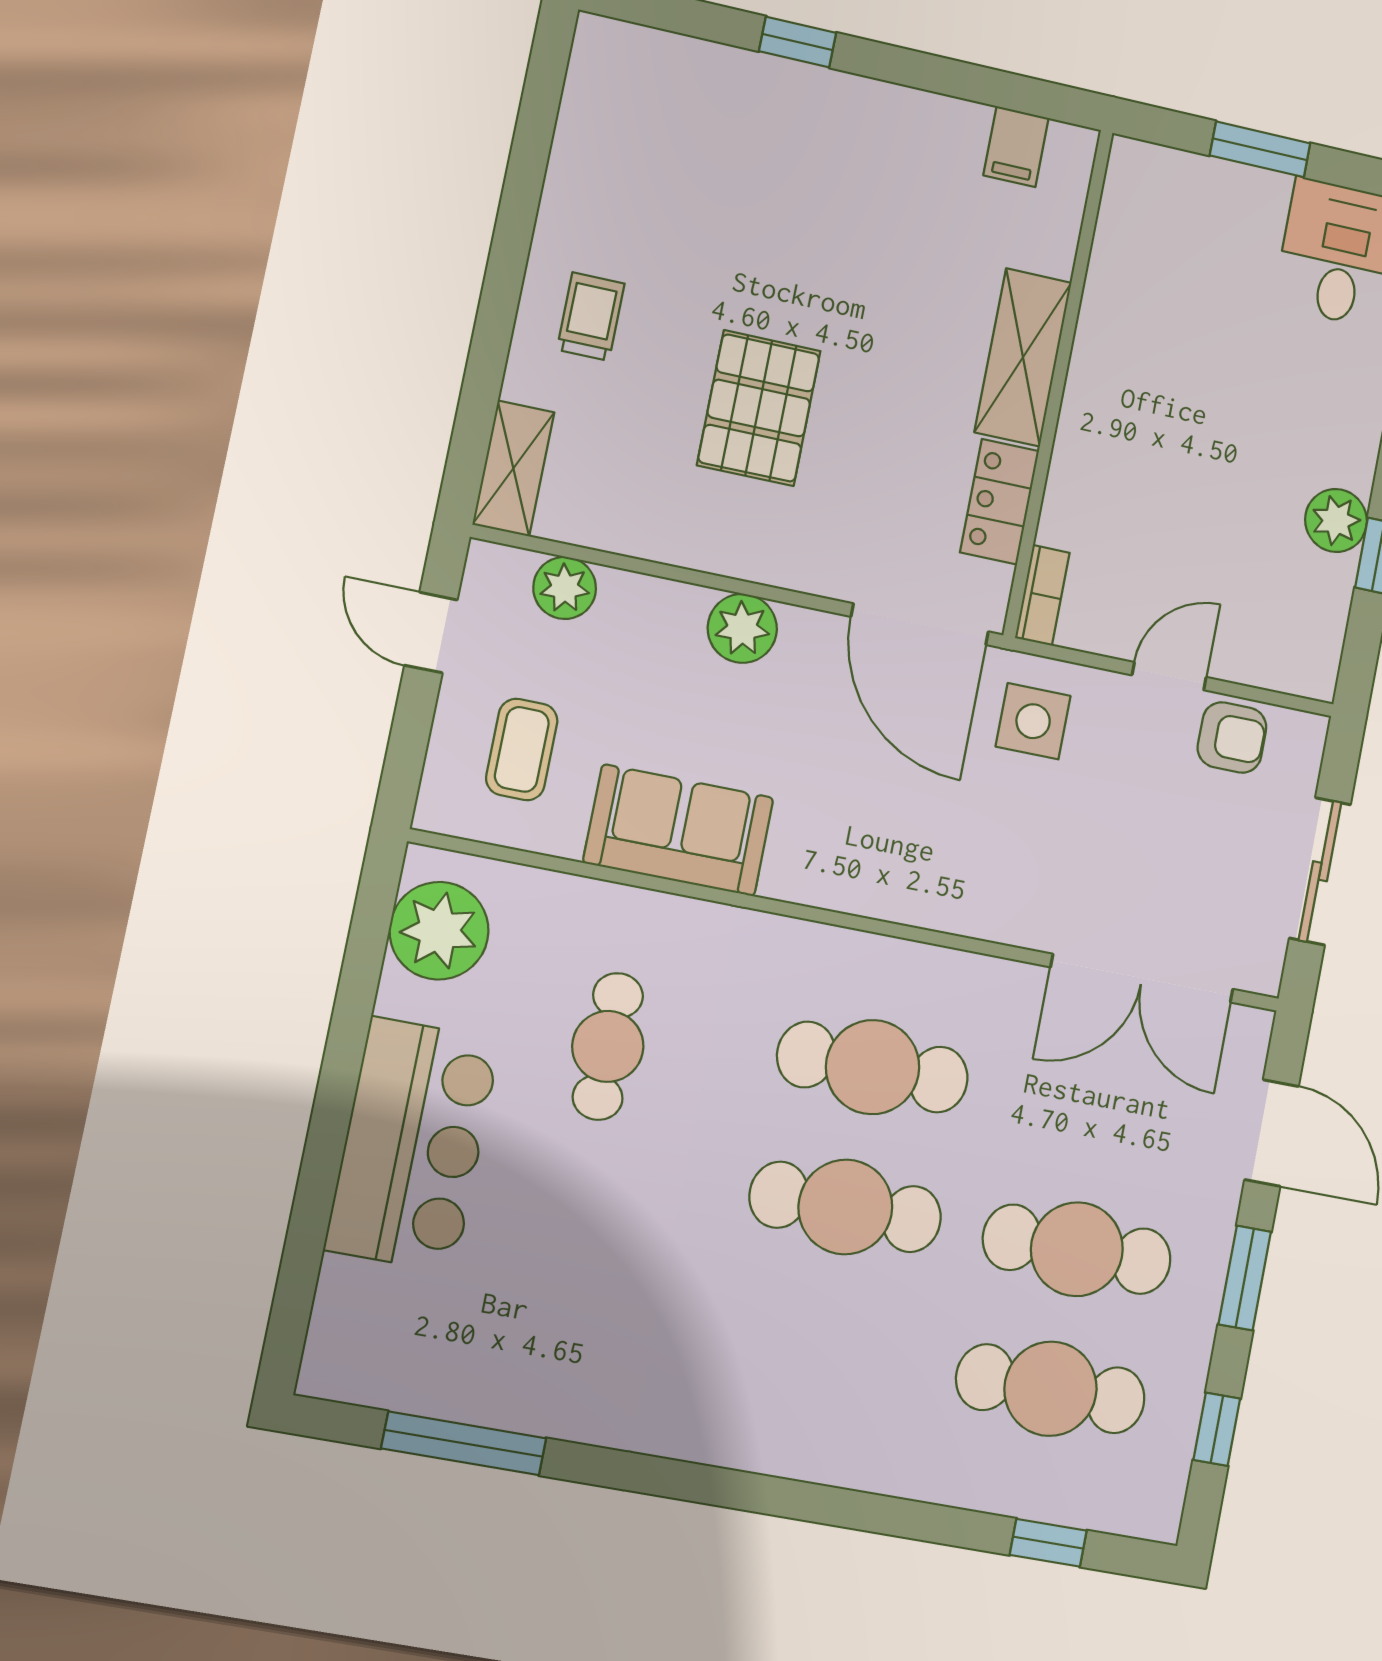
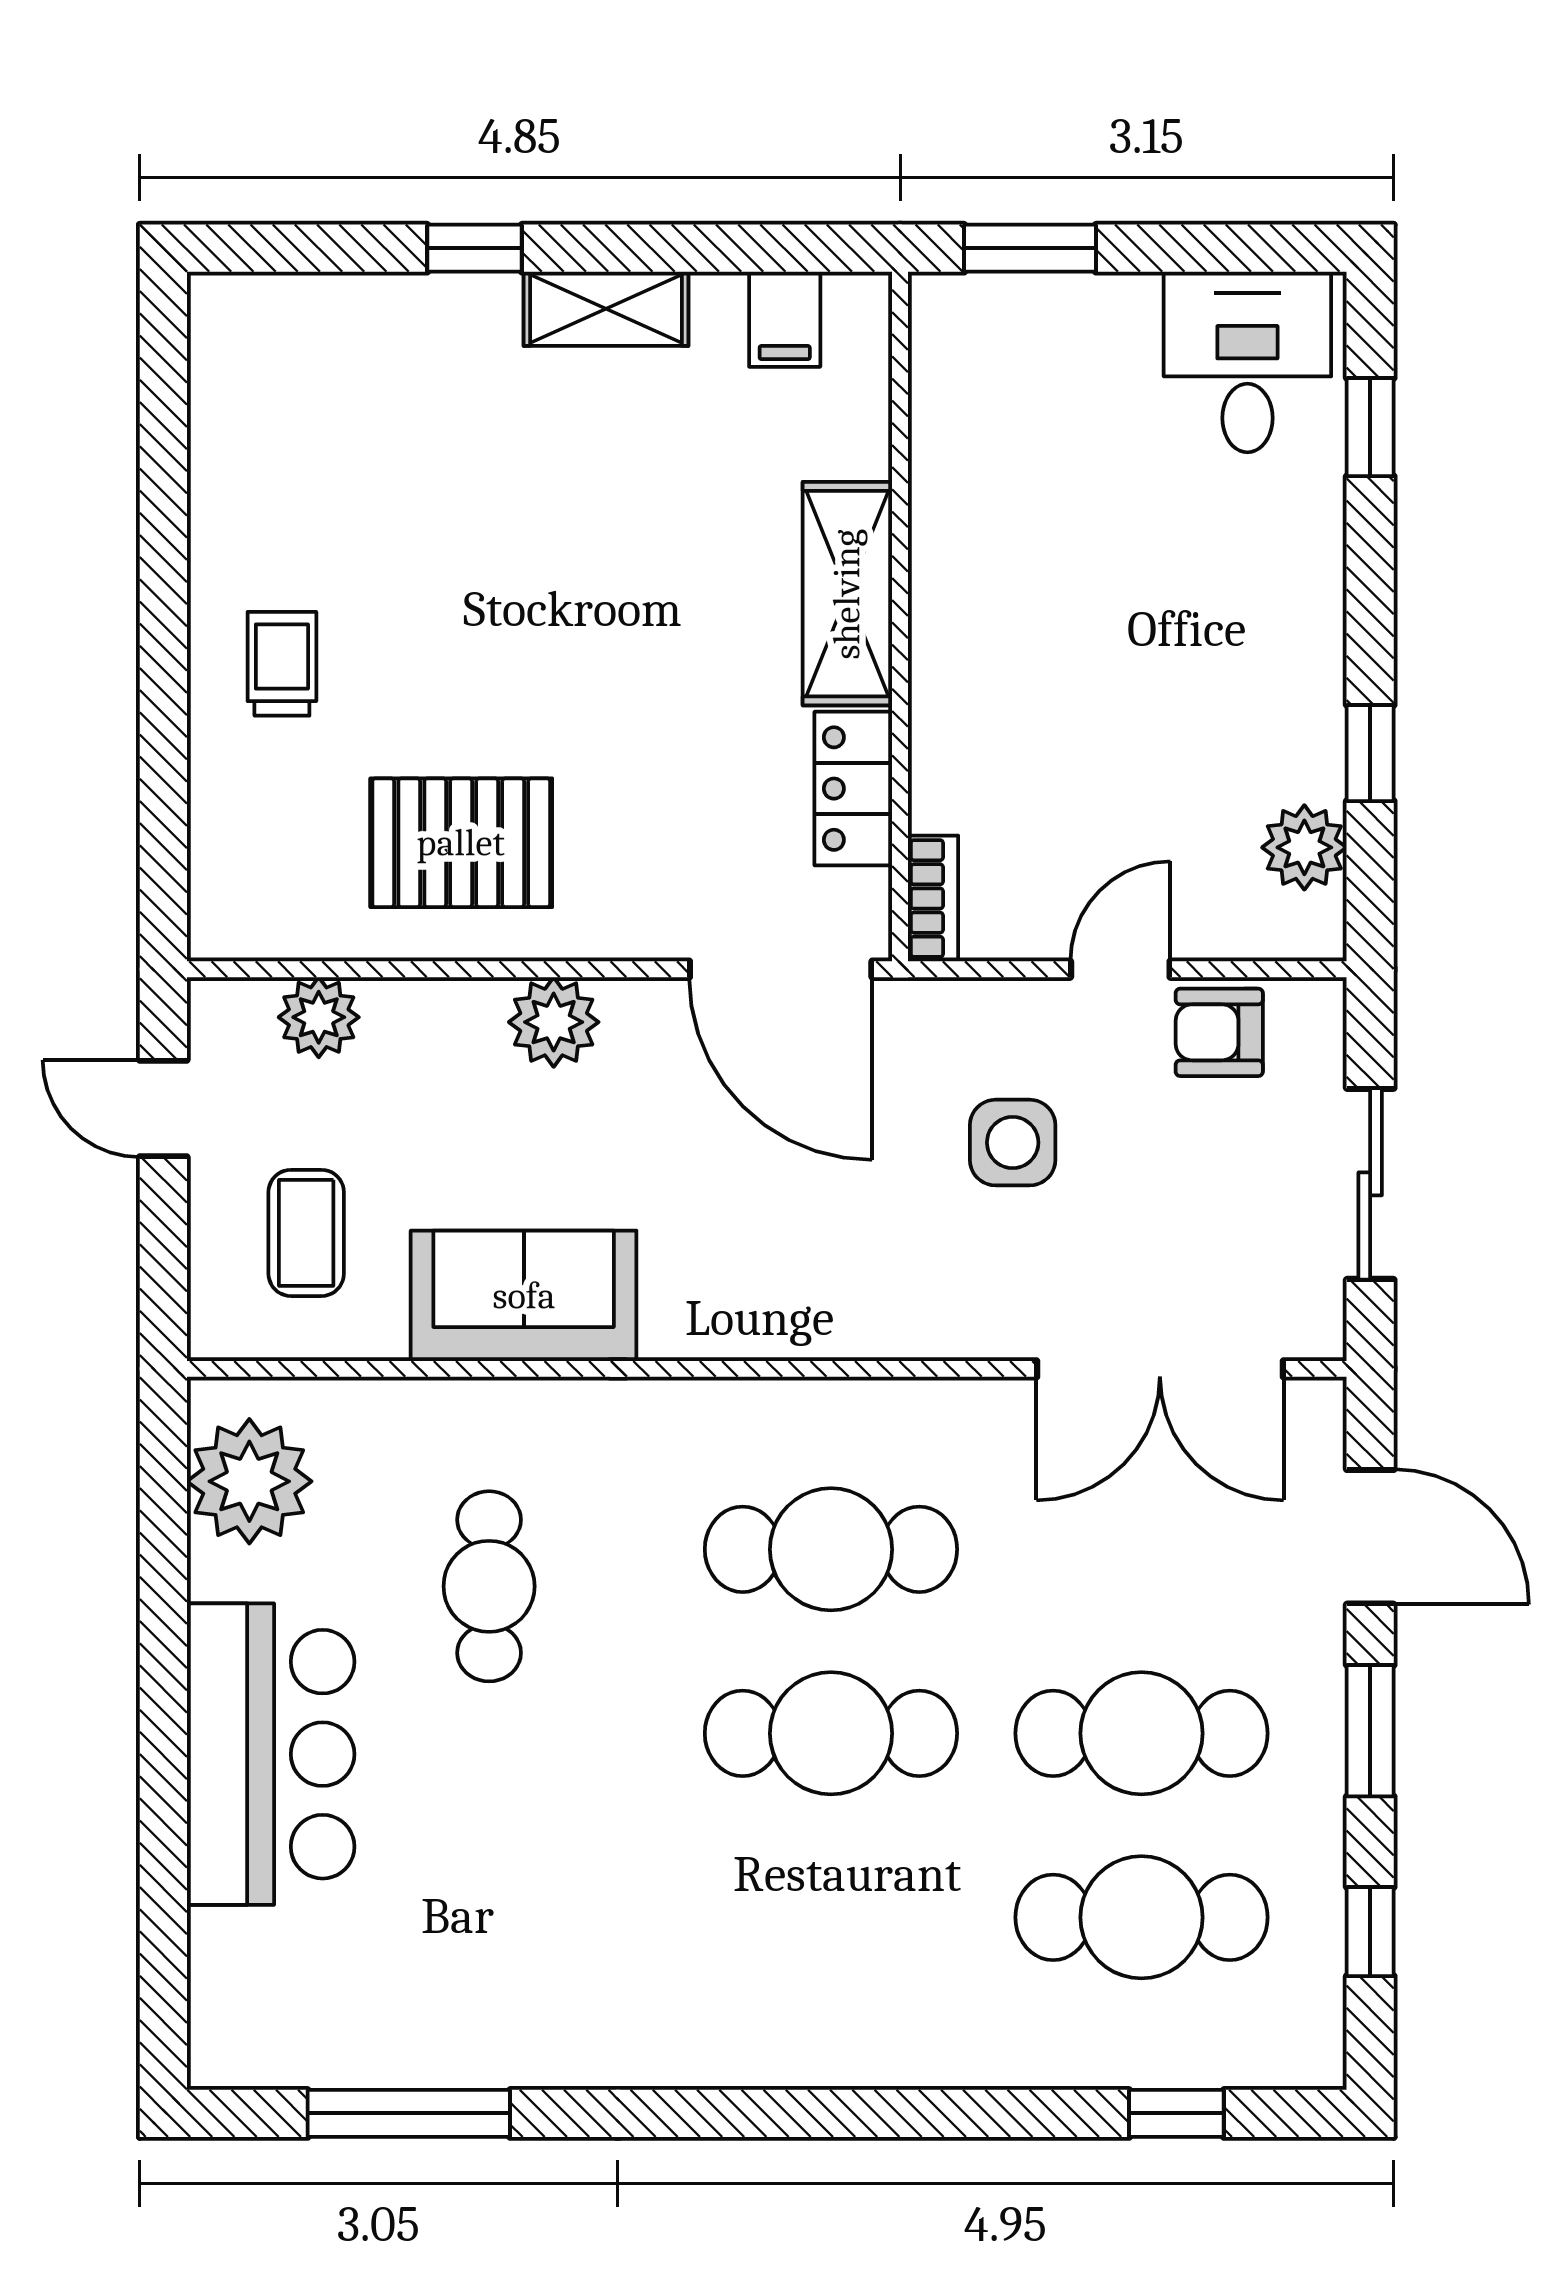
window: (1260, 149) -> (1030, 248), moved
pallet: (759, 408) -> (461, 843), moved, turned 90
shelving: (513, 468) -> (606, 309), moved, turned 90
plant: (1336, 520) -> (1304, 847), moved
side table: (1033, 721) -> (1013, 1143), moved
armchair: (1232, 737) -> (1219, 1032), turned 180

